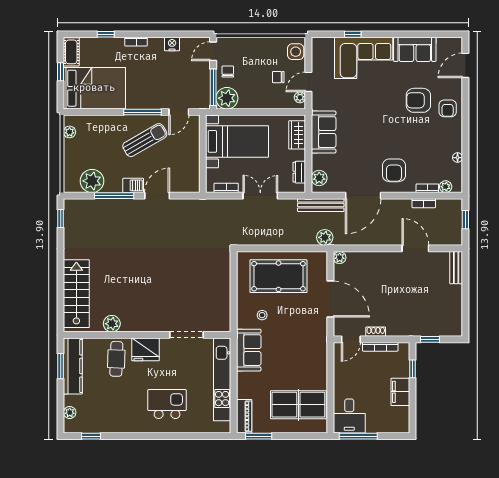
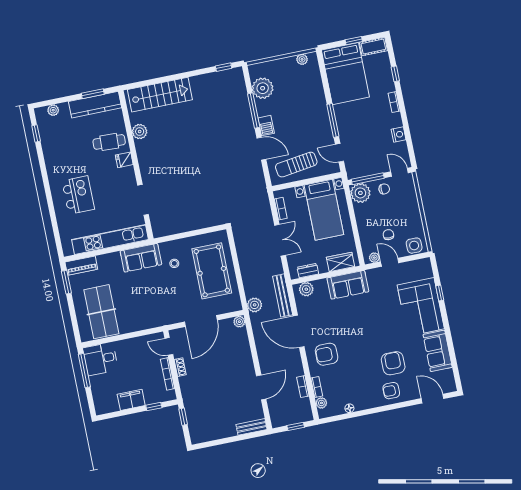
sun lounger: (145, 140) -> (296, 165), moved, turned 112
fridge: (145, 349) -> (124, 160), width x0.53, depth x0.75

